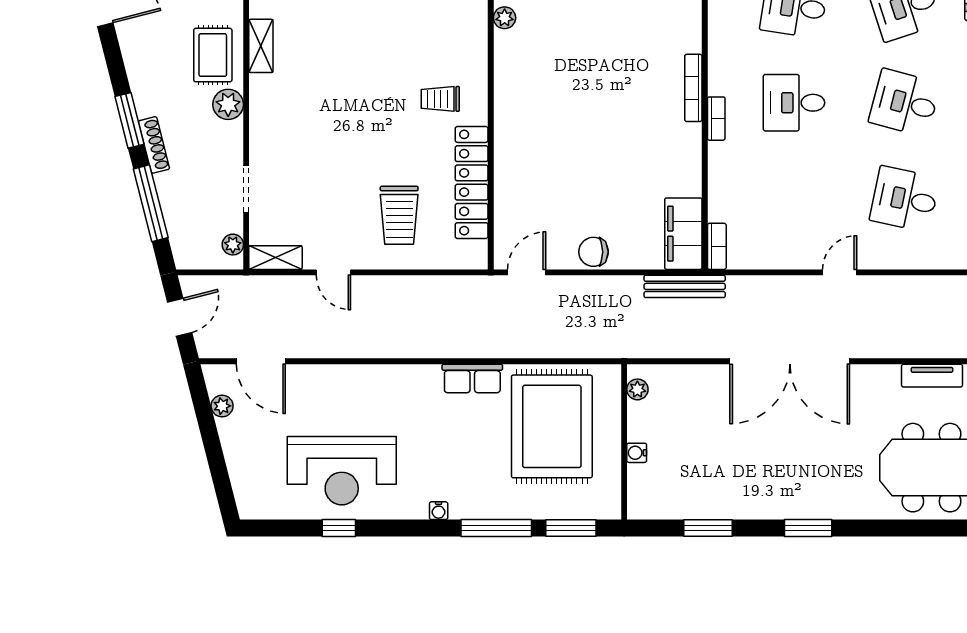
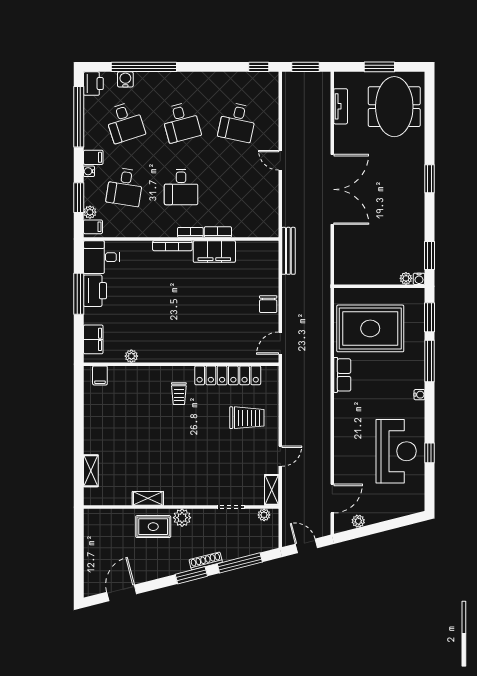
desk: (905, 103) -> (181, 122), turned -30
filing cabinet: (683, 234) -> (214, 252), moved
bookcase: (717, 246) -> (218, 232), moved
door: (527, 272) -> (280, 343), hinge flipped
plant: (637, 389) -> (406, 278), moved
water cooler: (637, 453) -> (419, 279), moved
window: (708, 528) -> (430, 255), moved

